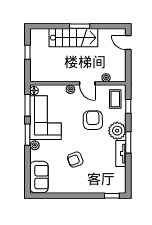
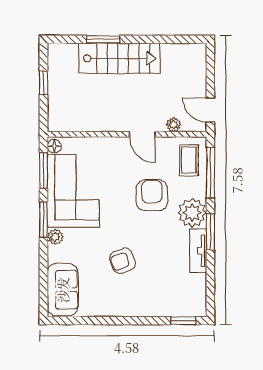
window: (80, 26) -> (103, 39), moved
door: (128, 43) -> (210, 110), moved
plant: (70, 89) -> (115, 144), removed
window: (128, 106) -> (210, 172), width x2.17

